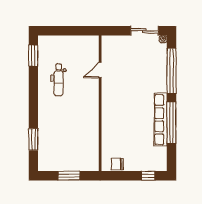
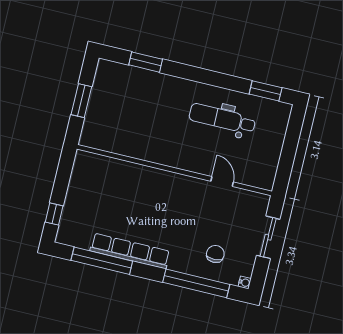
sliding door: (144, 31) -> (268, 237), moved
dental chair: (59, 80) -> (222, 119), width x1.36, depth x1.38
window: (171, 123) -> (102, 261), moved
chair: (117, 164) -> (215, 254), moved

